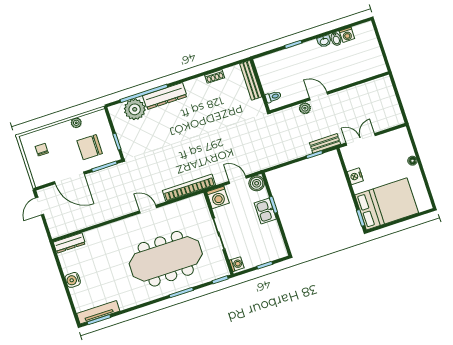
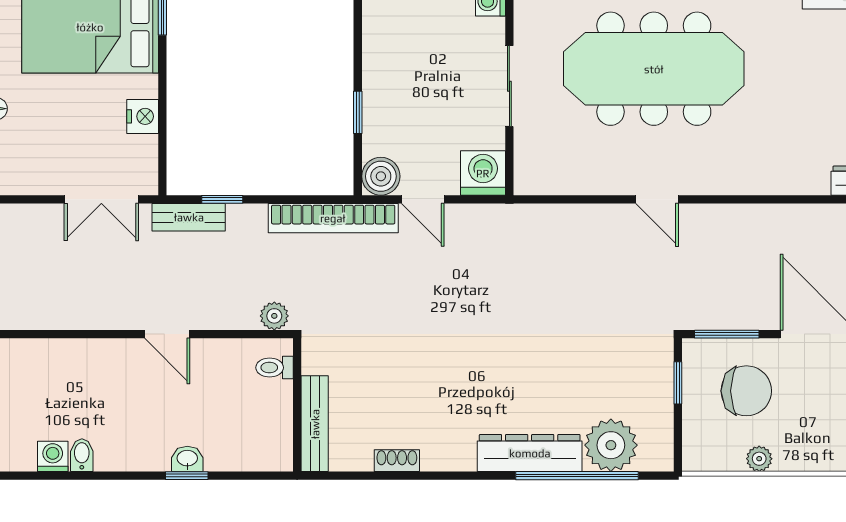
washbasin: (324, 41) -> (187, 459), moved
plant: (305, 108) -> (274, 316), moved
bookcase: (189, 188) -> (333, 218), moved
kitchen sink: (265, 211) -> (382, 104), removed

